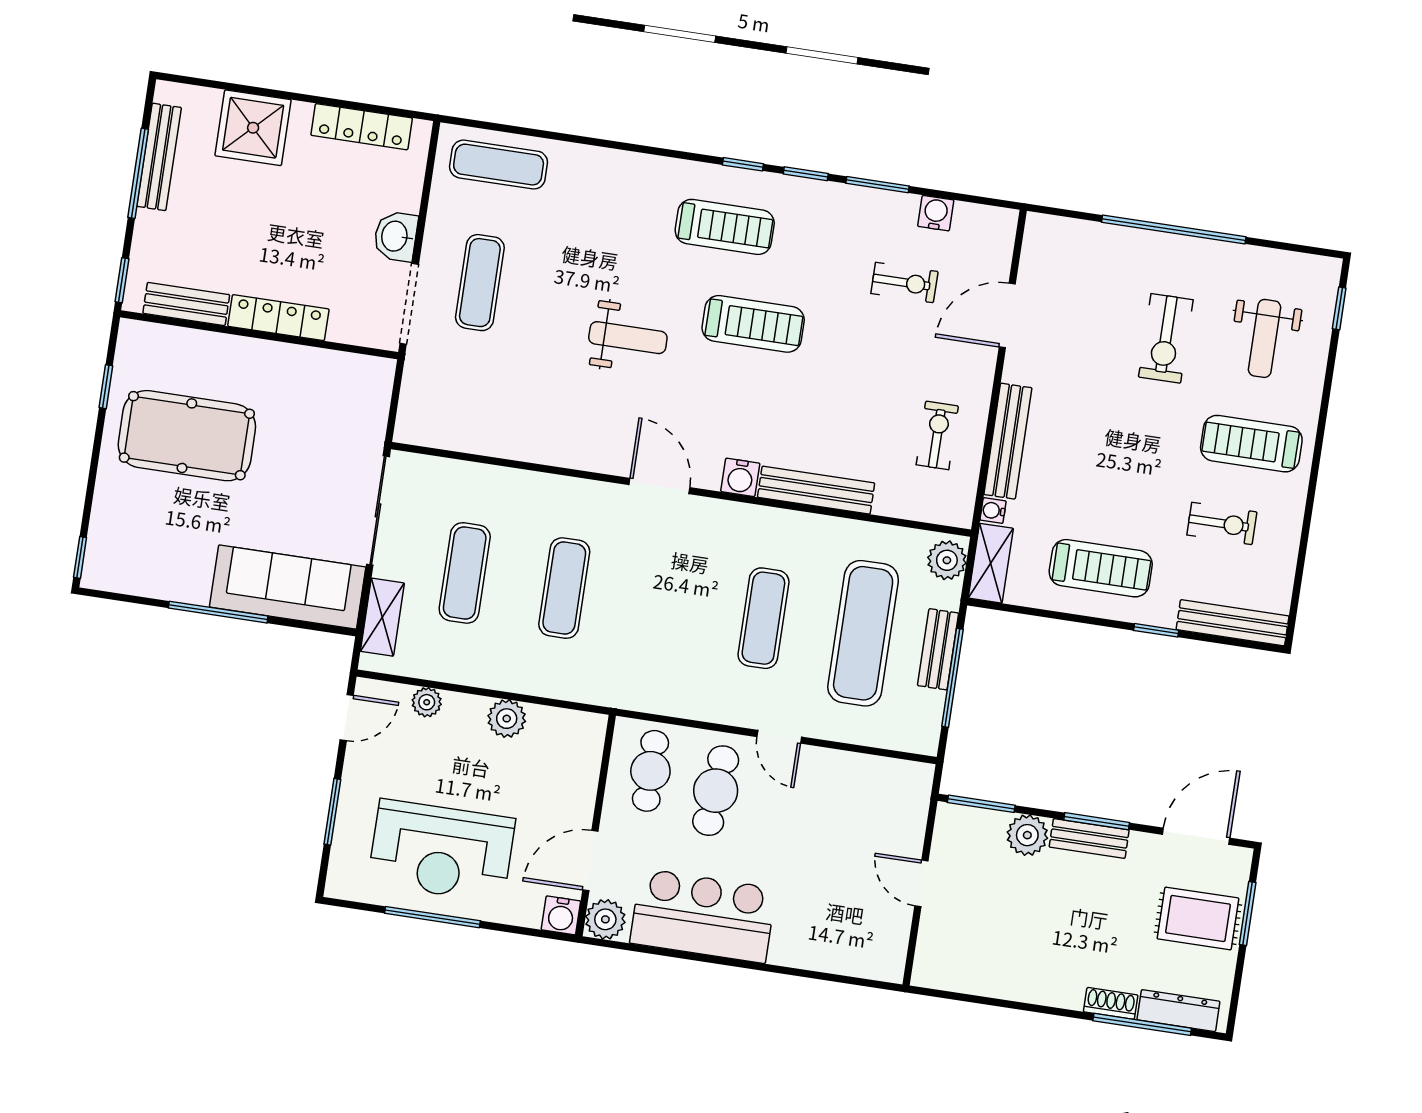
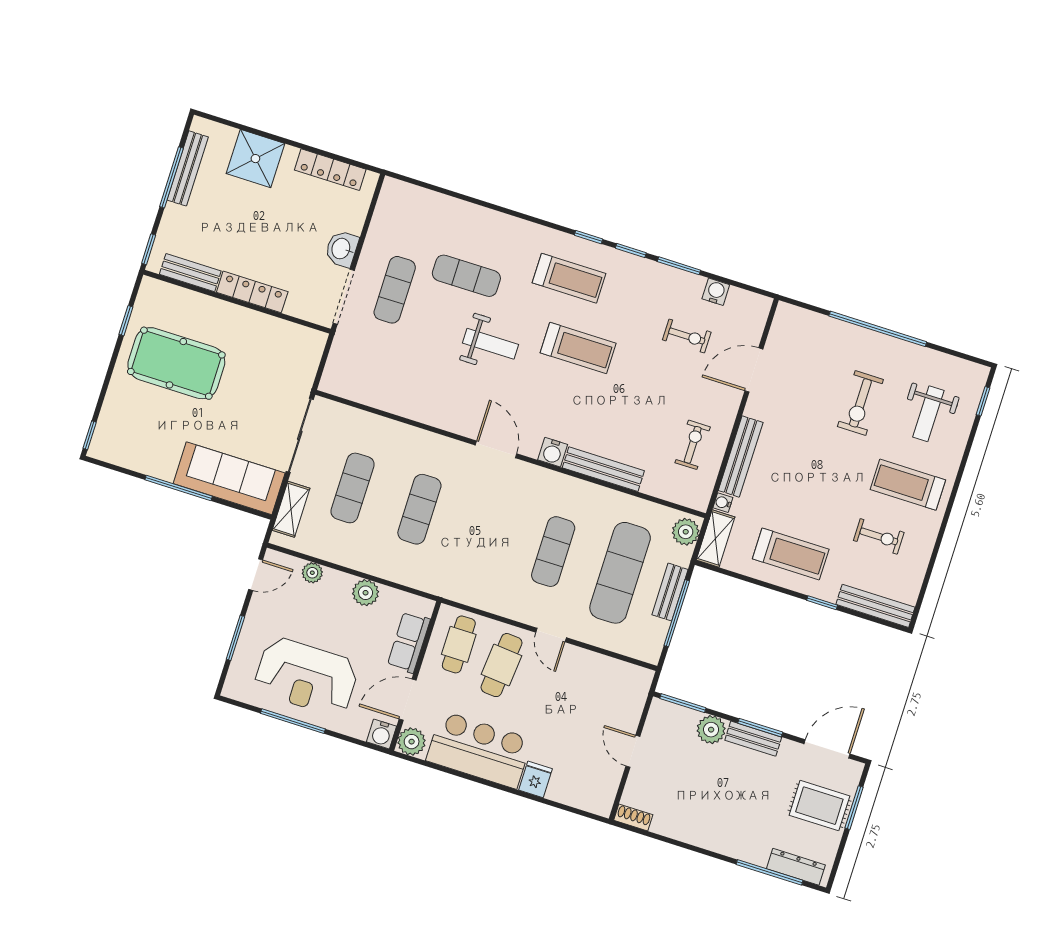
exercise mat: (499, 165) -> (466, 276), moved
row of seats: (579, 779) -> (409, 642), added
fridge: (790, 945) -> (535, 779), added
shoe rack: (1111, 1003) -> (633, 817), moved

